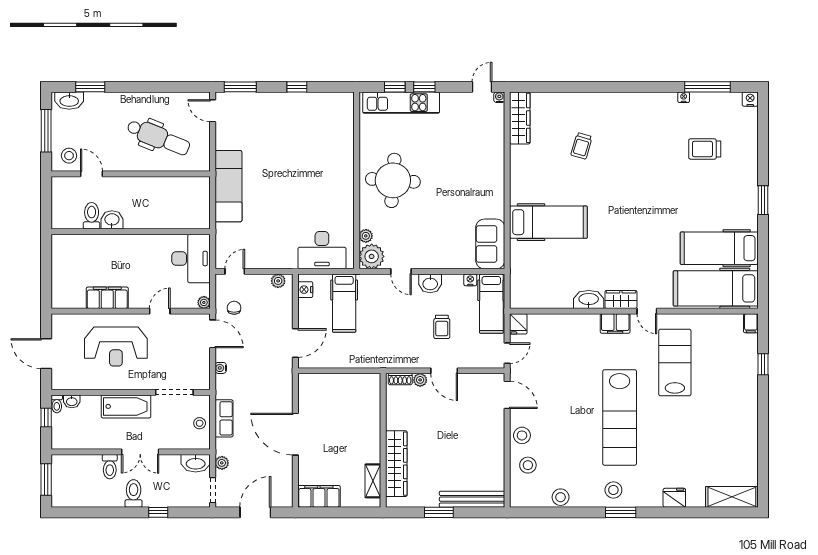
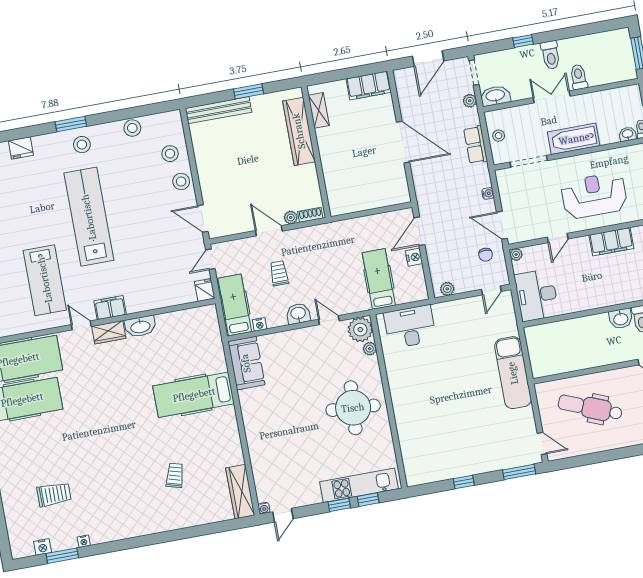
window: (707, 87) -> (62, 556), width x0.69
nightstand: (750, 99) -> (43, 547), moved
nightstand: (305, 290) -> (414, 257), moved

